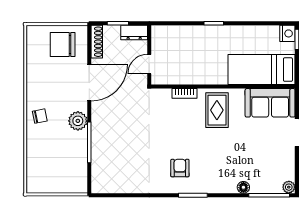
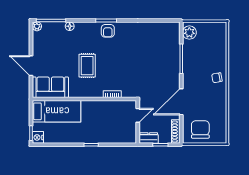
chair: (63, 45) -> (200, 129), turned -90
rug: (217, 110) -> (87, 66), moved
plant: (78, 121) -> (189, 33), moved
armchair: (180, 168) -> (108, 31), moved

